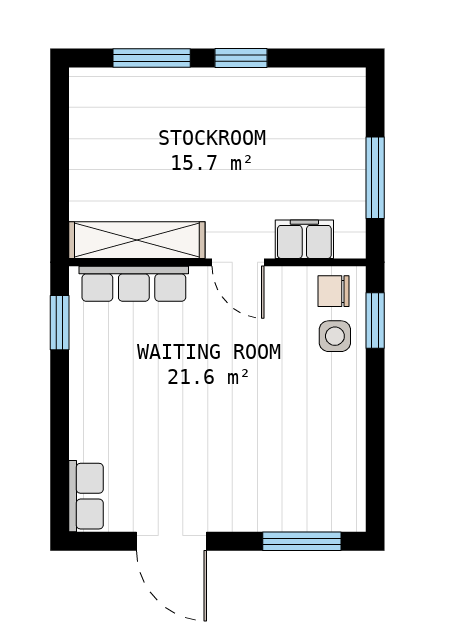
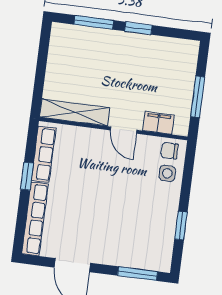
row of seats: (134, 284) -> (44, 154), moved, turned -90
window: (375, 321) -> (181, 226), moved
window: (60, 323) -> (27, 176), moved
row of seats: (86, 496) -> (35, 219), width x2.02

